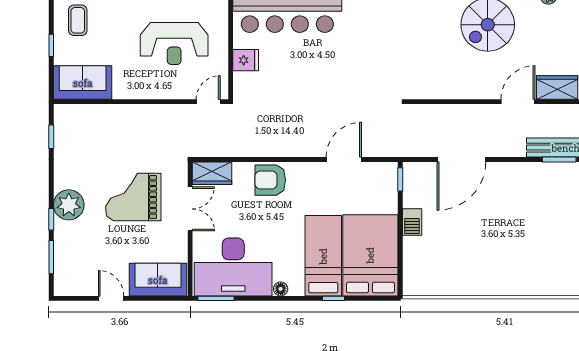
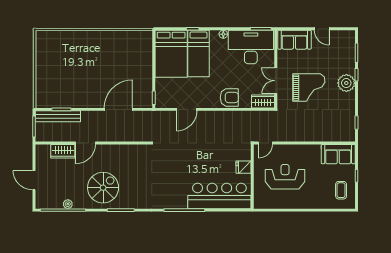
barbecue: (412, 222) -> (147, 73), removed

